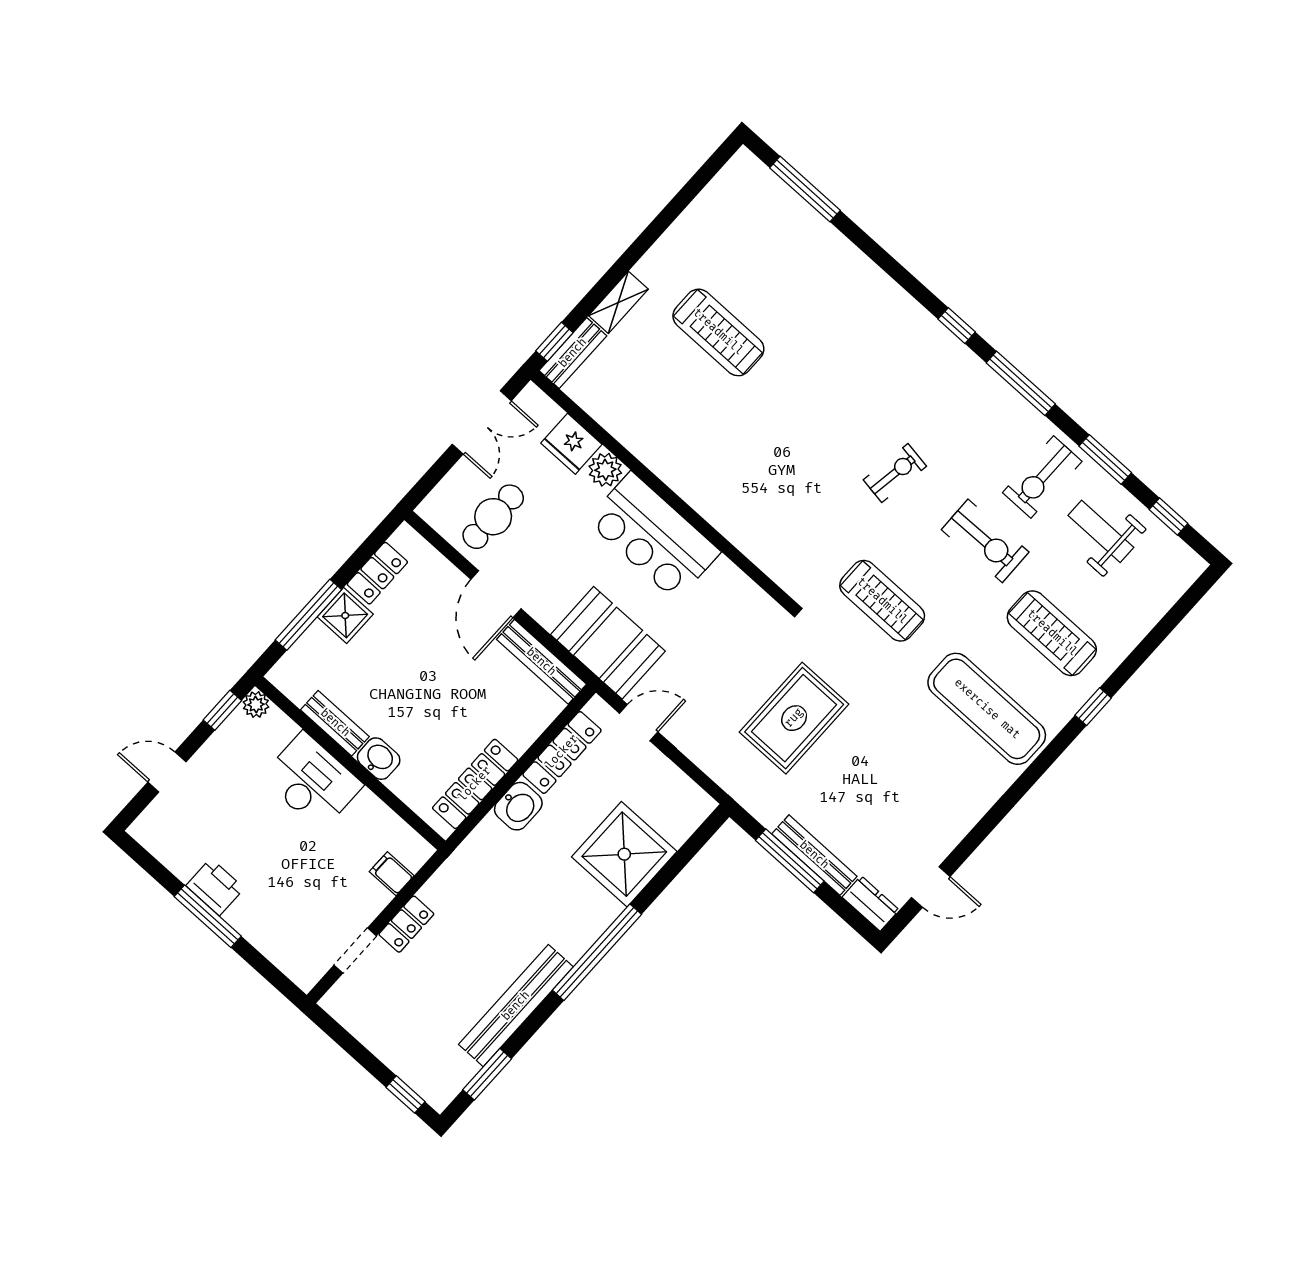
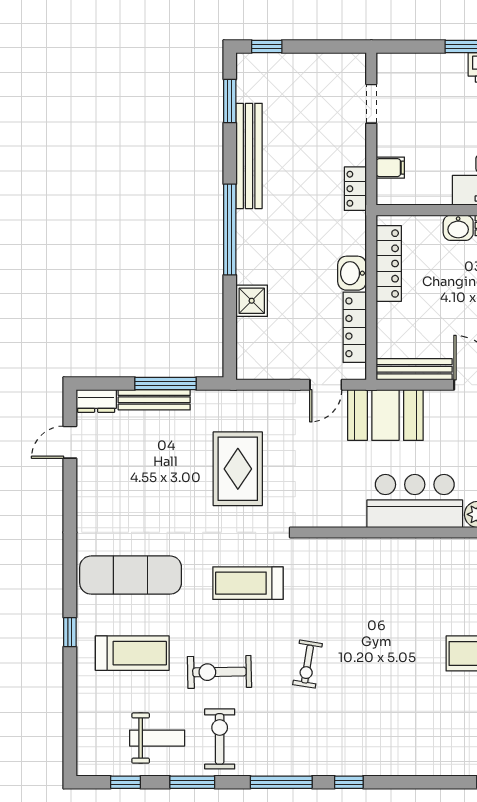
shower: (624, 854) -> (252, 301), width x0.54, depth x0.54
locker: (406, 924) -> (355, 189), moved

